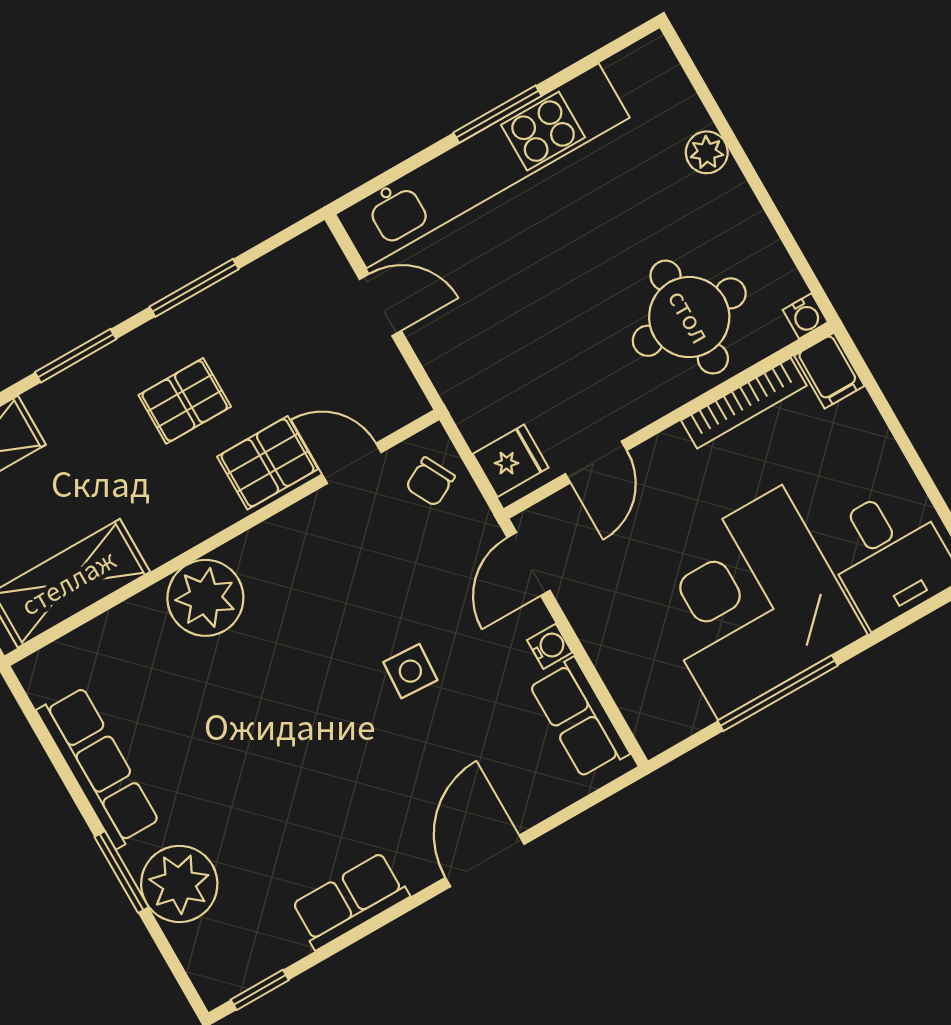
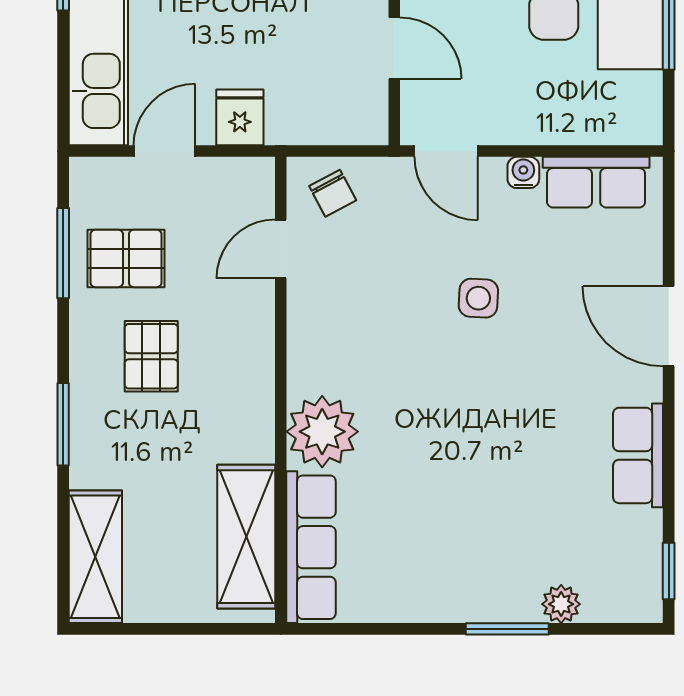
window: (194, 288) -> (63, 253), moved
fridge: (511, 461) -> (240, 117), moved
pallet: (268, 463) -> (126, 258), moved, turned 90
row of seats: (98, 767) -> (311, 547), moved, turned 90
plant: (179, 884) -> (561, 604), width x0.53, depth x0.53

